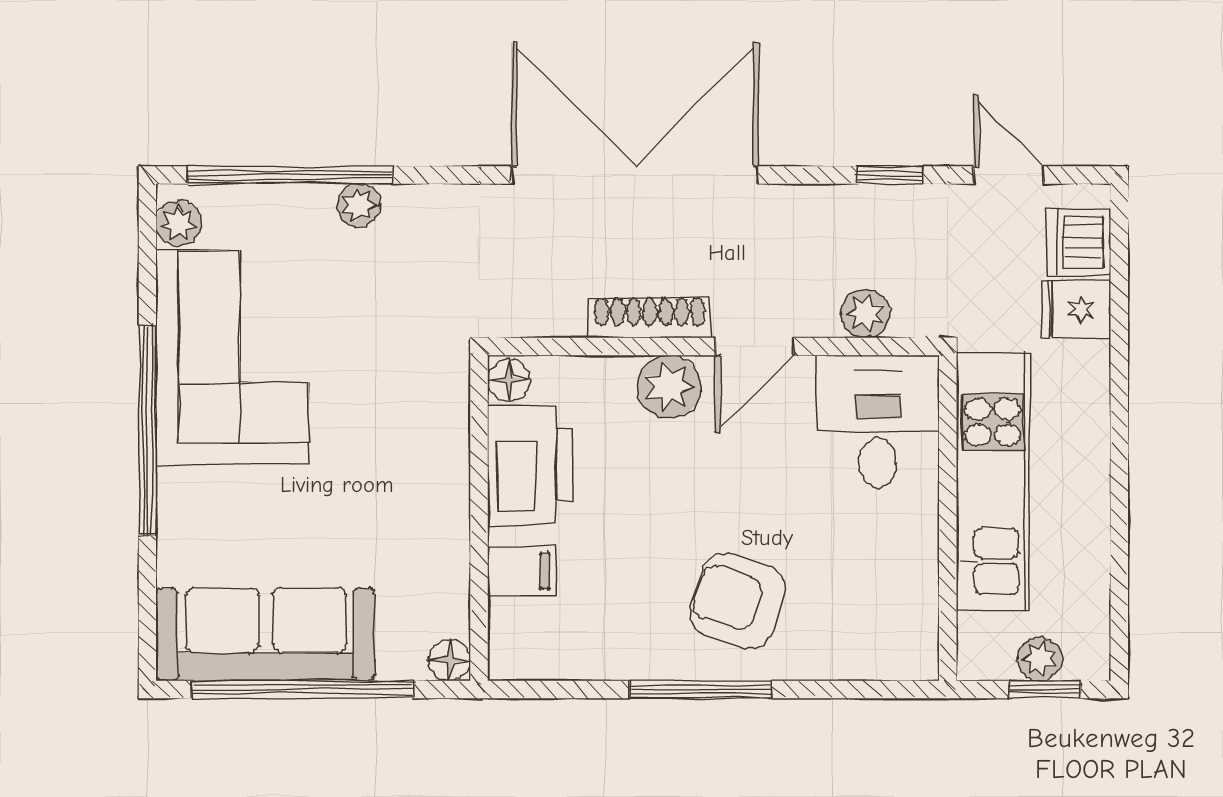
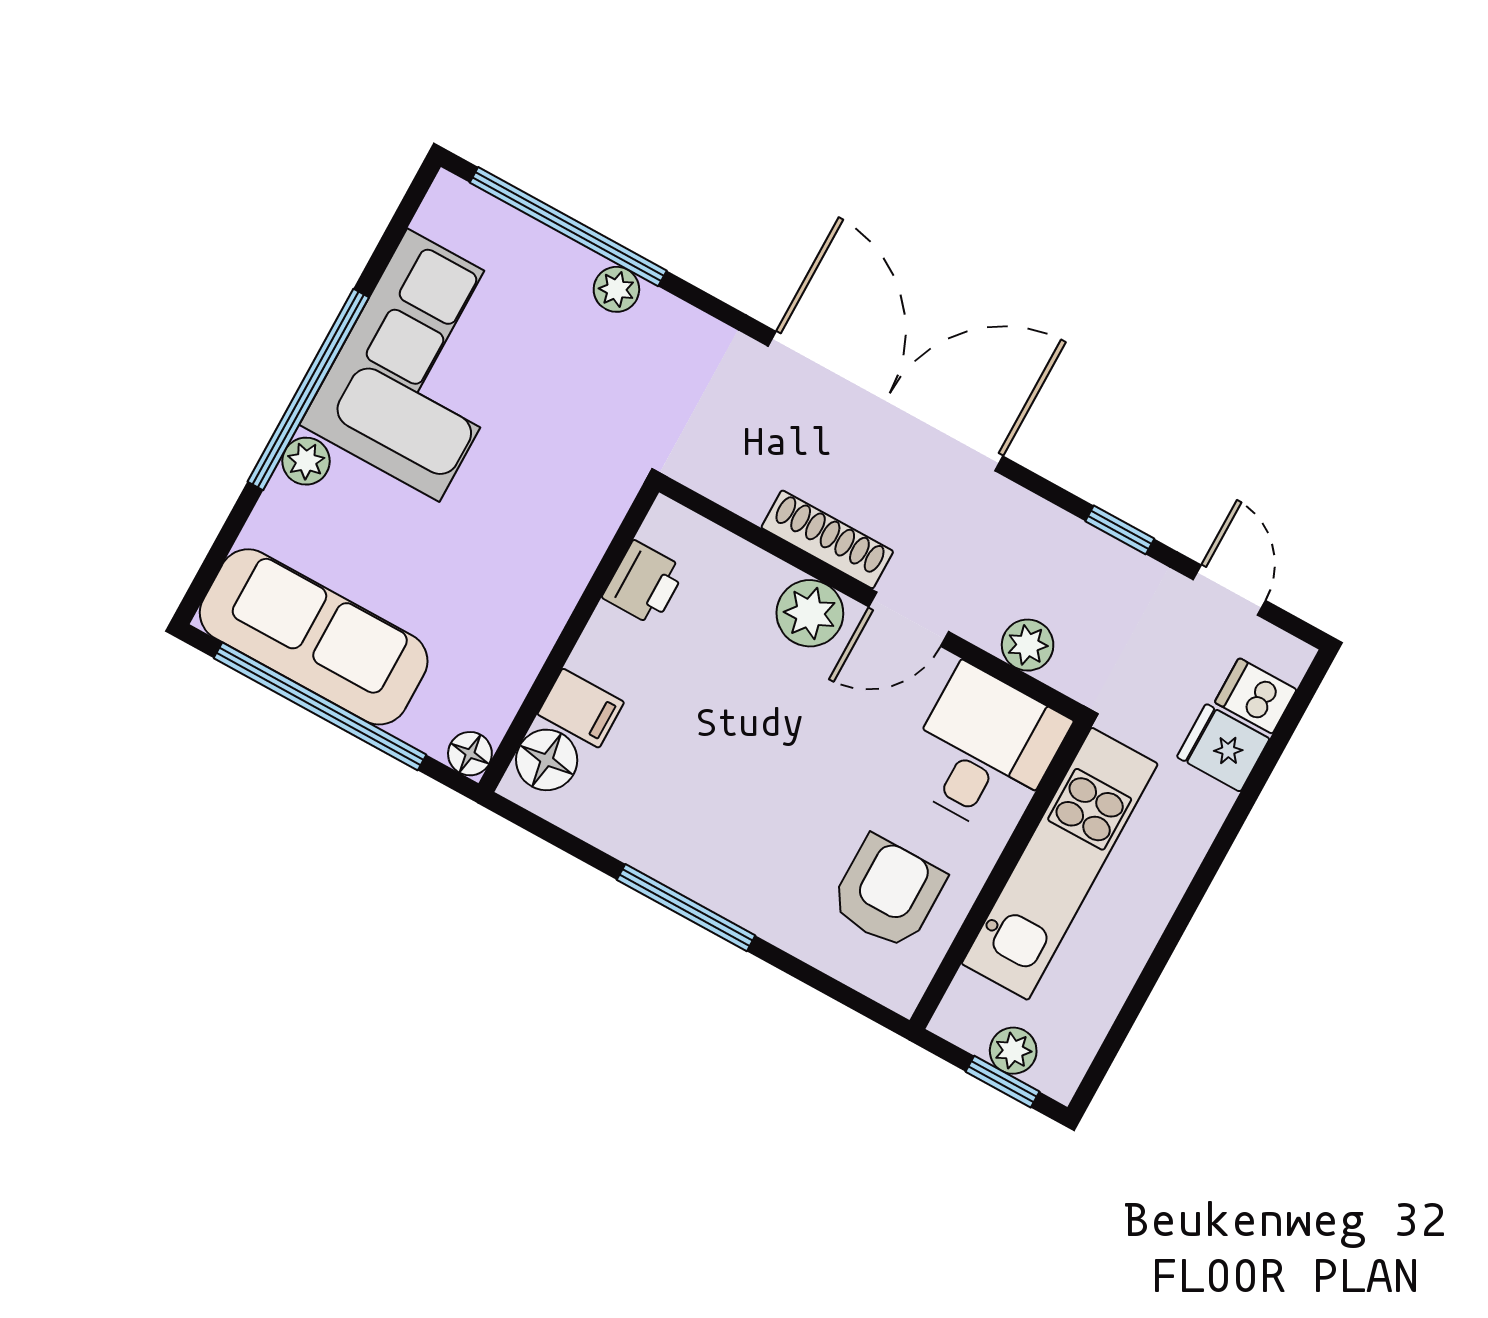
plant: (178, 223) -> (306, 461), moved
dishwasher: (1079, 242) -> (1256, 696), width x0.73
floor lamp: (509, 380) -> (547, 760), moved, width x1.37, depth x1.37
printer: (530, 466) -> (644, 583), width x0.53, depth x0.68
armchair: (737, 601) -> (888, 892), moved, turned 71

